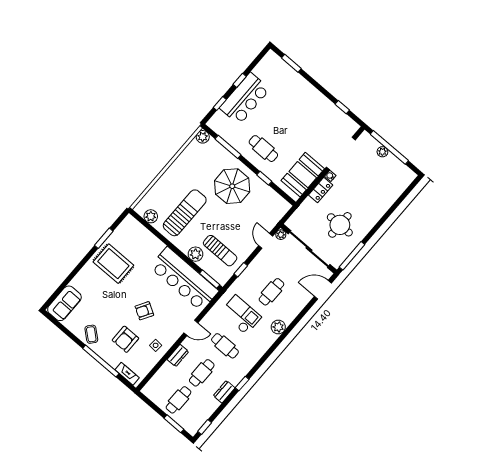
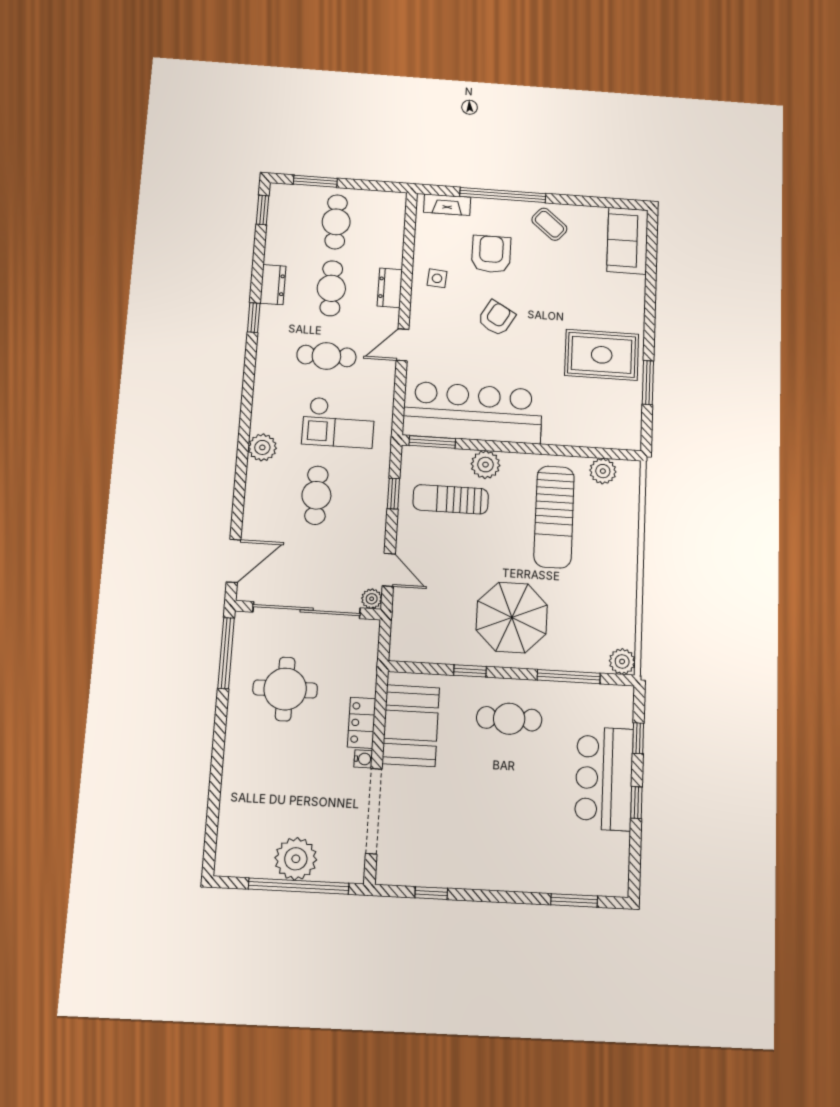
plant: (382, 152) -> (296, 859), width x1.87, depth x1.87

